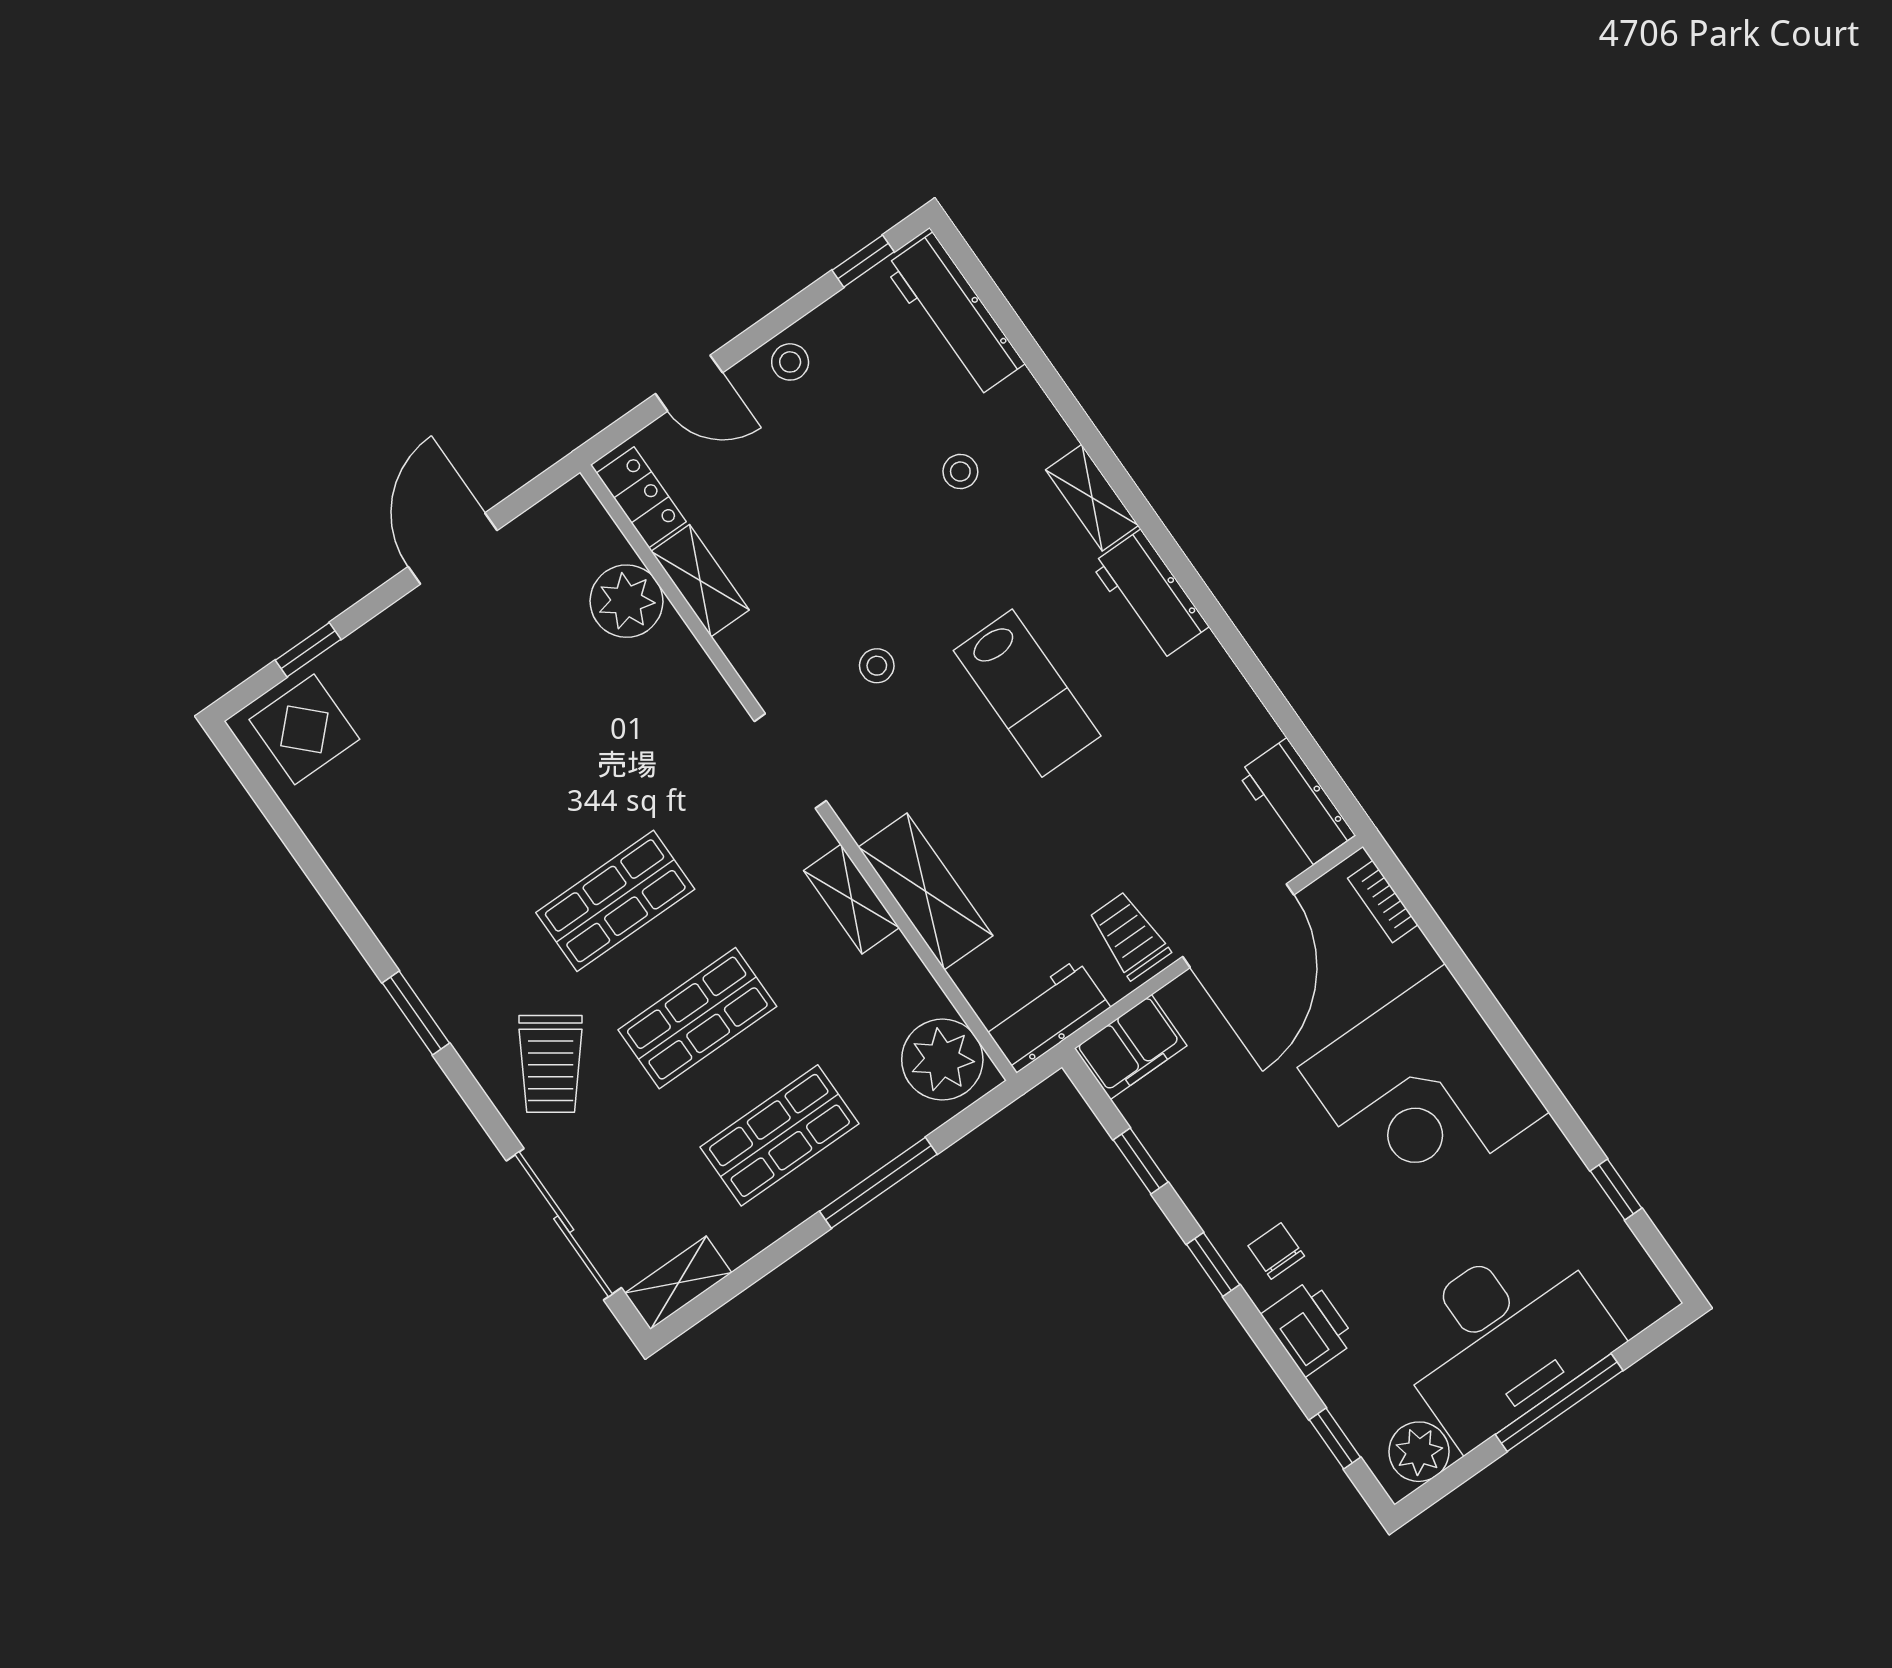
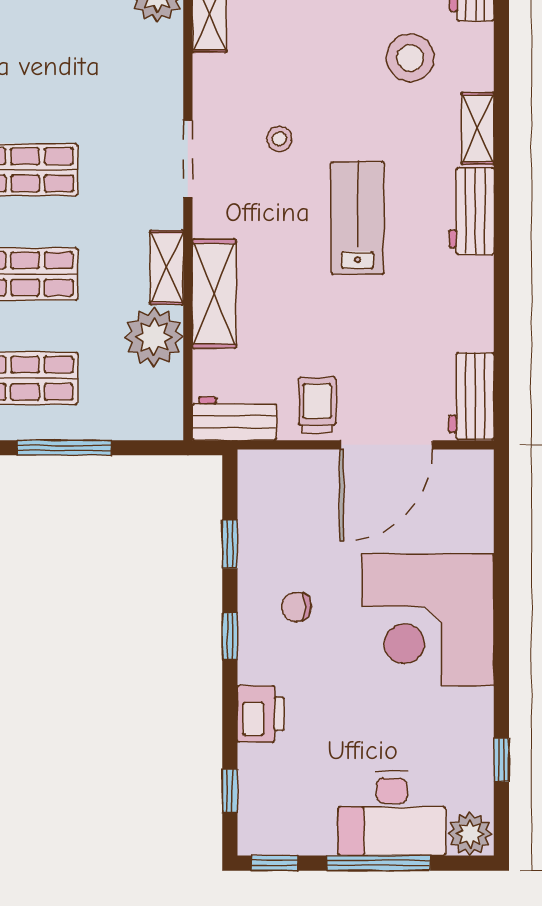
stool: (960, 472) -> (410, 58), width x1.89, depth x1.89
lab bench: (1027, 693) -> (357, 218), turned 180
bookcase: (1383, 902) -> (483, 491), removed
filing cabinet: (1131, 1047) -> (272, 472), removed
plant: (942, 1060) -> (154, 337), moved
chair: (1276, 1251) -> (296, 607), moved, turned -90
desk: (1503, 1337) -> (392, 814), width x0.73, depth x0.77
plant: (1419, 1452) -> (470, 834), moved
window: (1442, 1484) -> (275, 863), added

